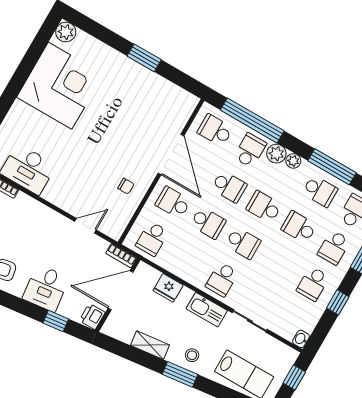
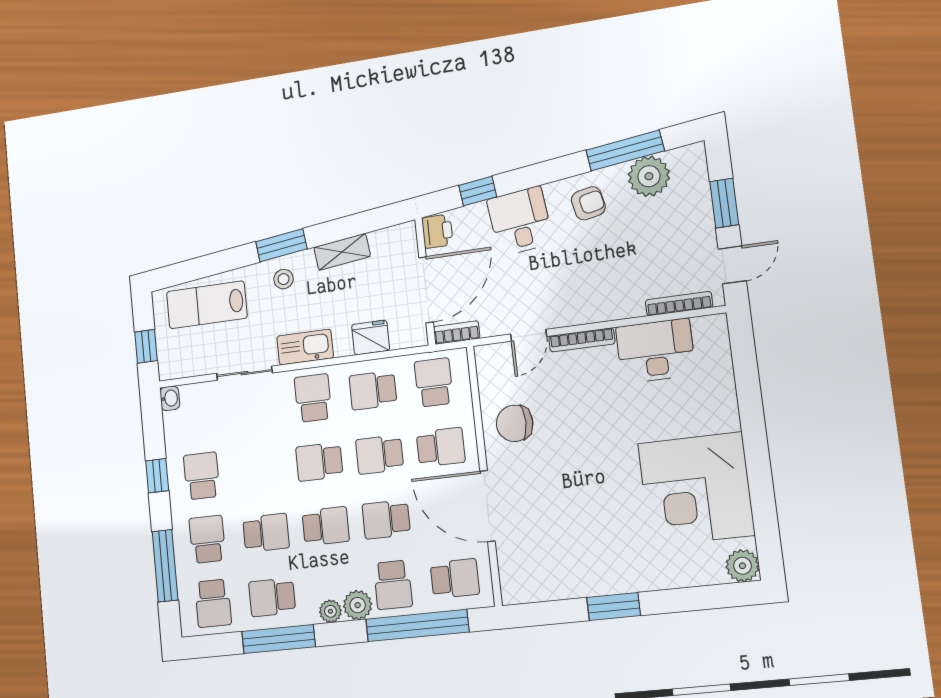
chair: (126, 186) -> (515, 423), width x1.87, depth x1.87
bookcase: (60, 203) -> (582, 340), added
school desk: (187, 259) -> (373, 390), added

